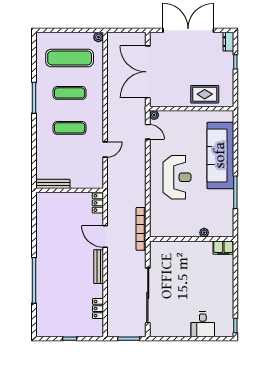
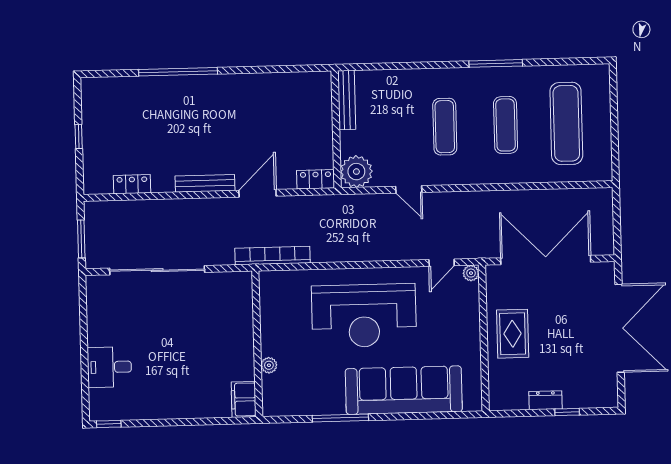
plant: (98, 37) -> (356, 172), moved, width x1.87, depth x1.87
dresser: (228, 42) -> (546, 400), moved
rug: (205, 94) -> (513, 334), moved
reception desk: (177, 177) -> (364, 316), width x1.36, depth x1.30

